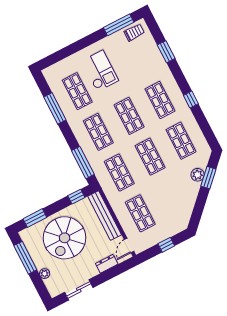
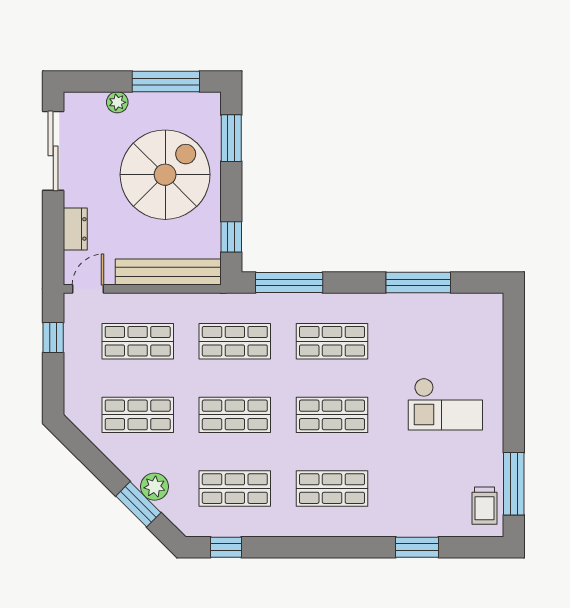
shop shelf: (77, 91) -> (138, 415), moved
window: (191, 100) -> (226, 547), moved
spiral stairs: (65, 238) -> (165, 175), turned 90
door: (129, 245) -> (88, 289), hinge flipped
window: (166, 245) -> (53, 338), moved
sliding door: (79, 290) -> (53, 151), width x1.37

